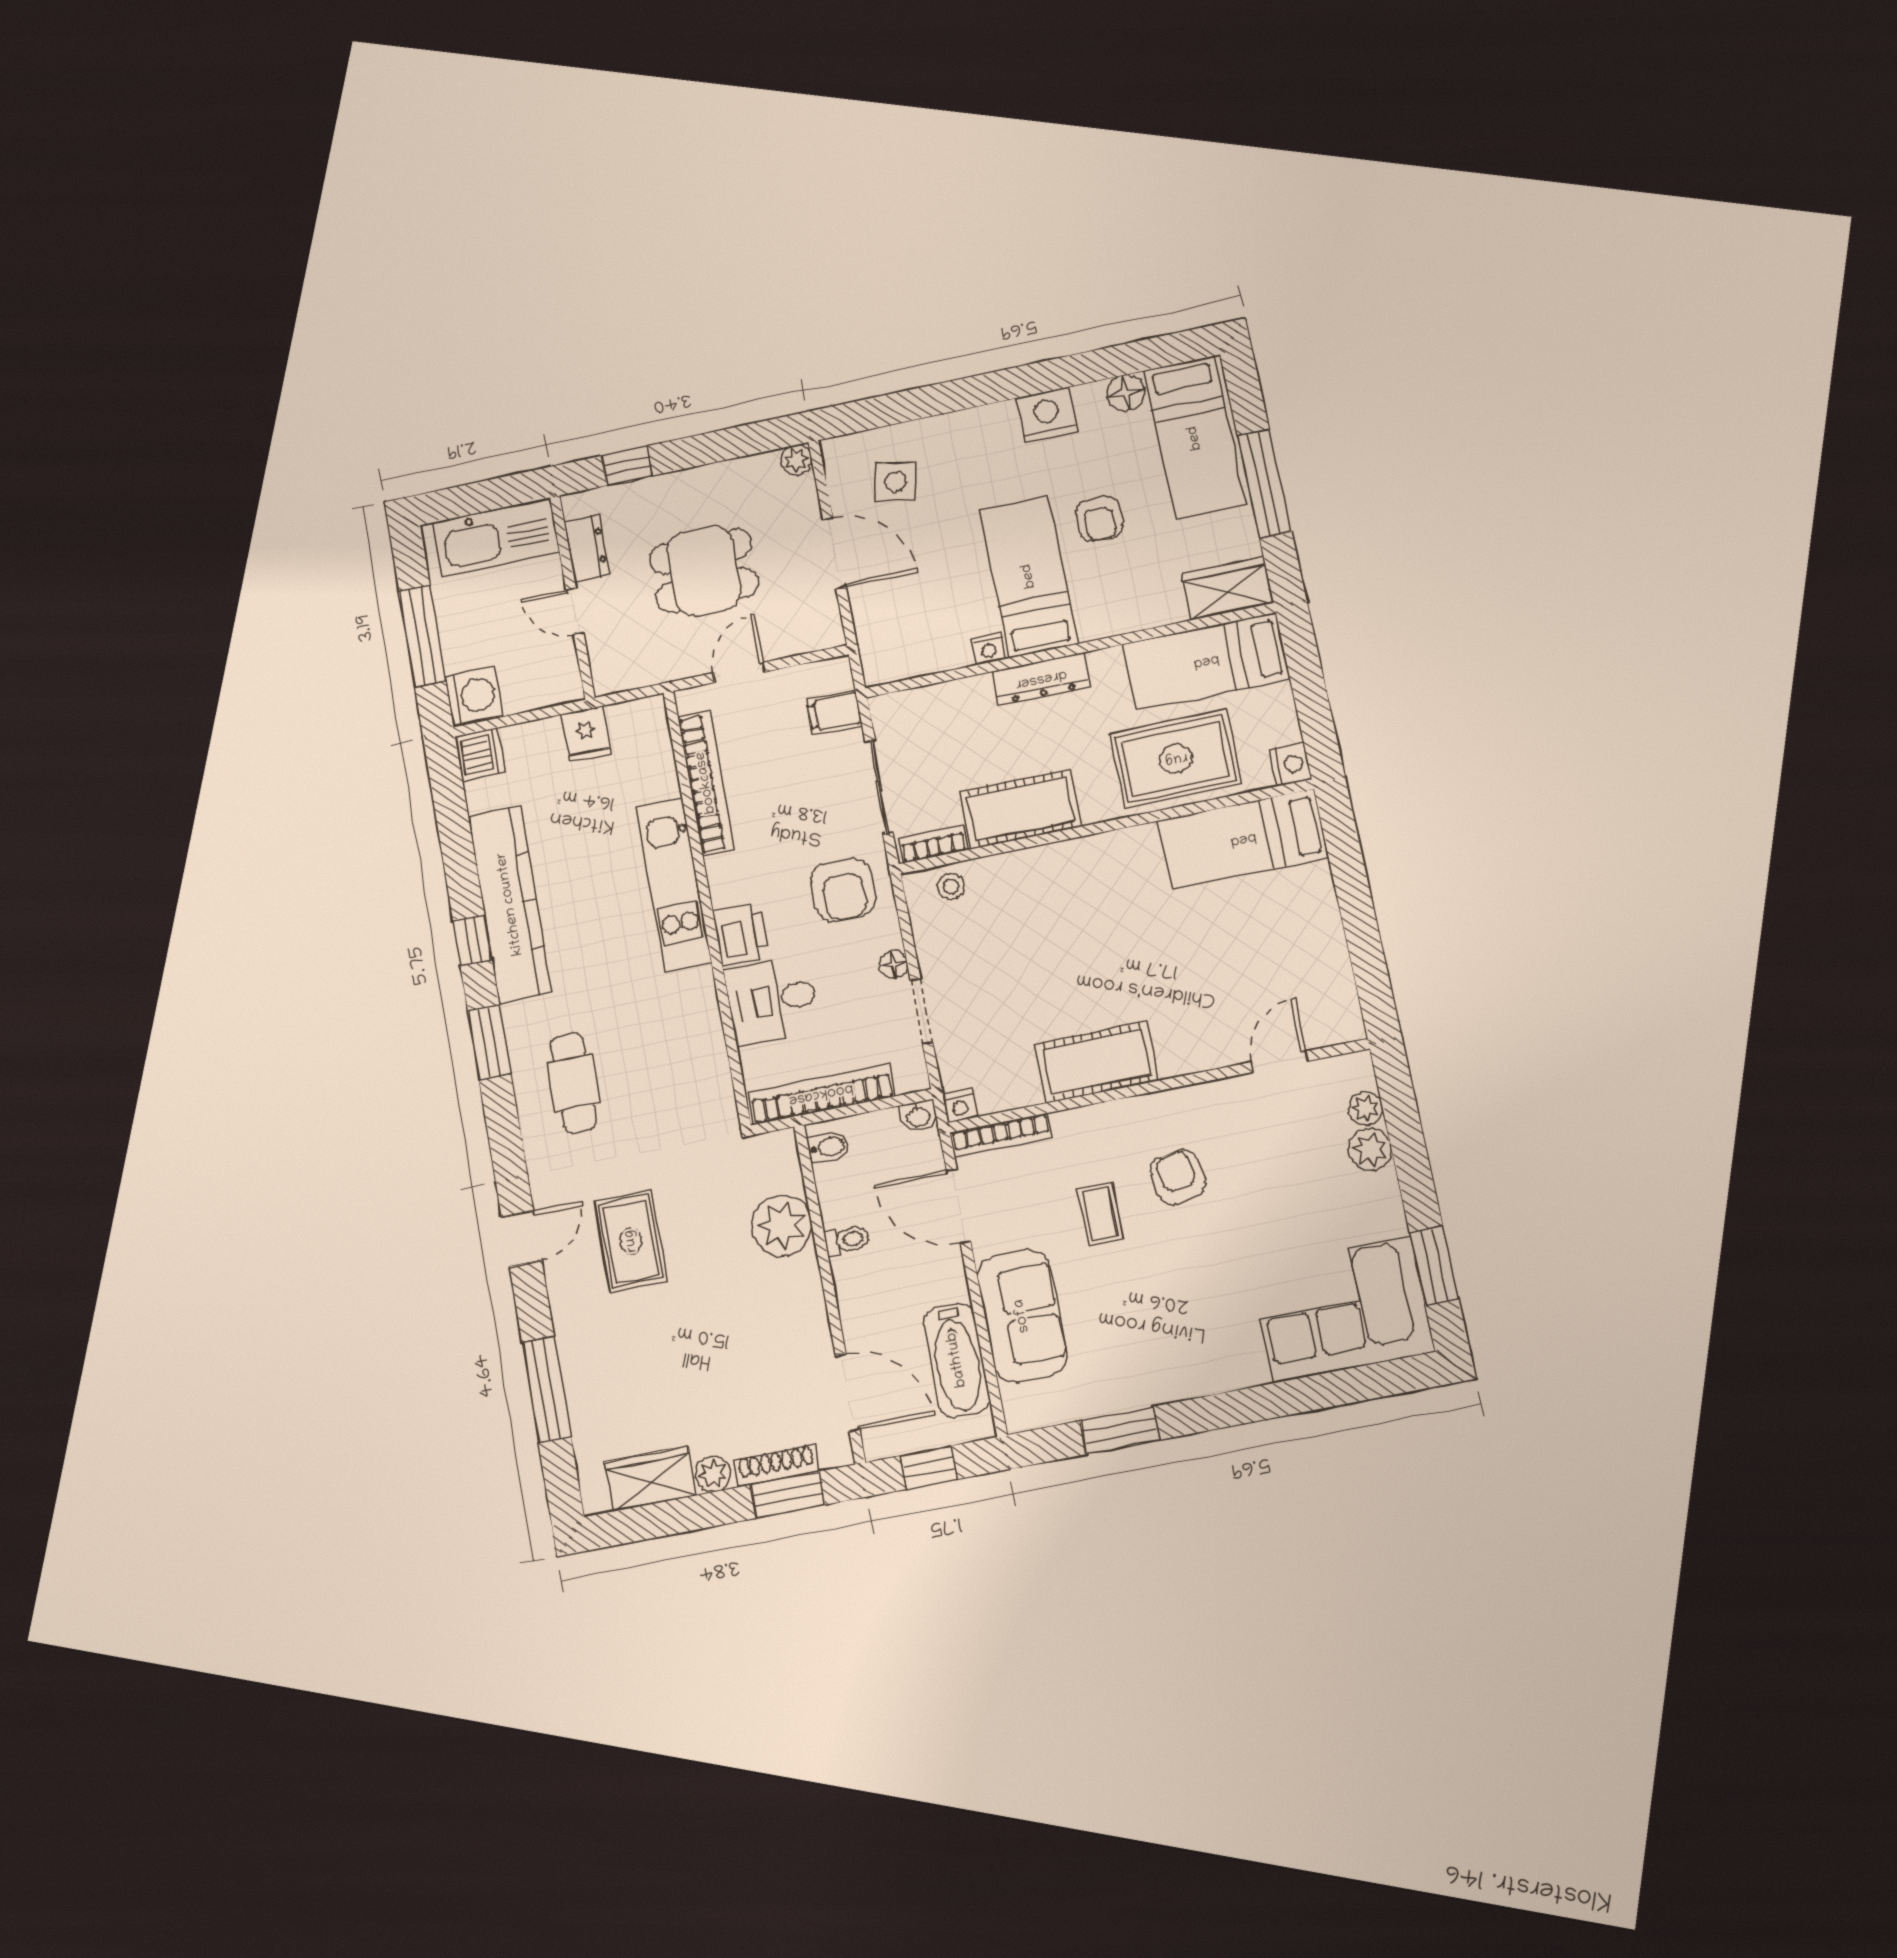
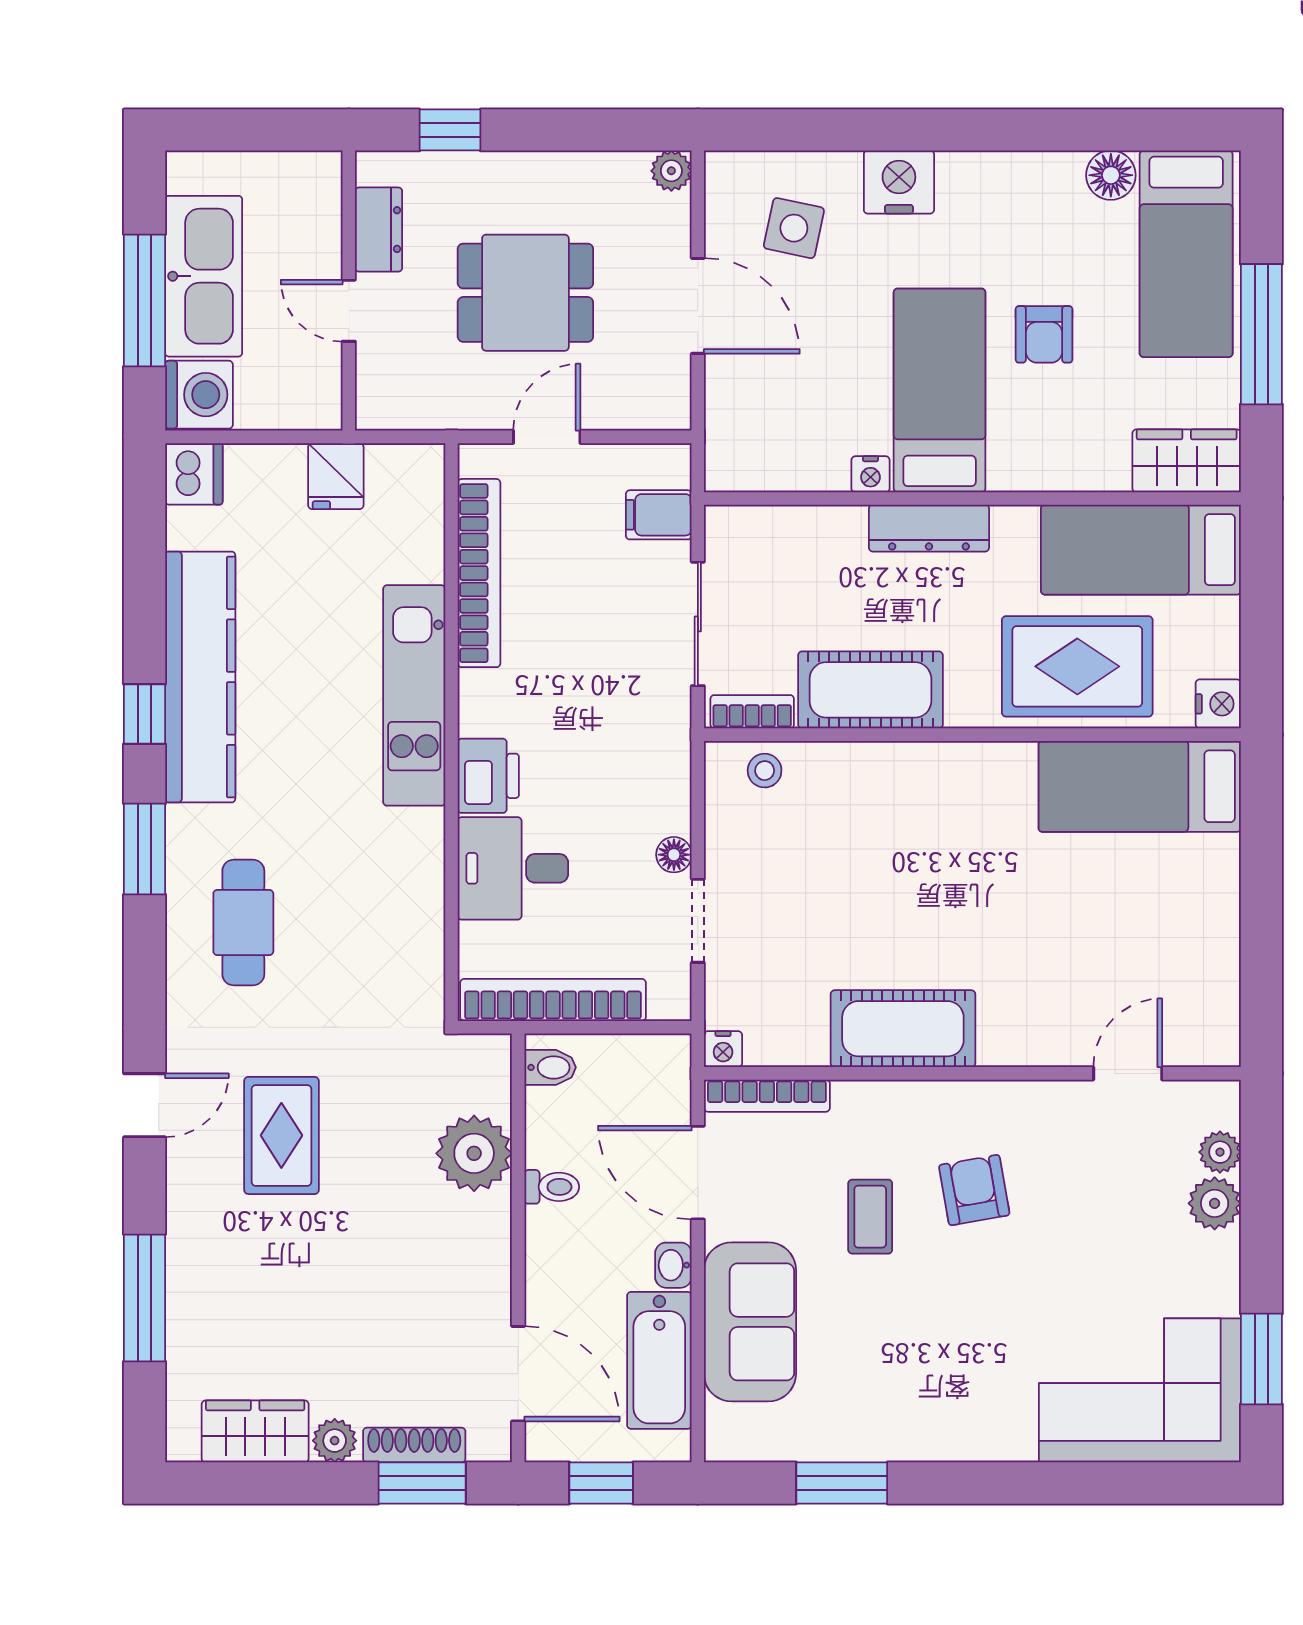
nightstand: (1047, 415) -> (899, 182), moved
kitchen sink: (496, 537) -> (204, 276), moved, turned -90
armchair: (843, 890) -> (628, 747), removed
washbasin: (918, 1116) -> (673, 1265), moved, turned 90

